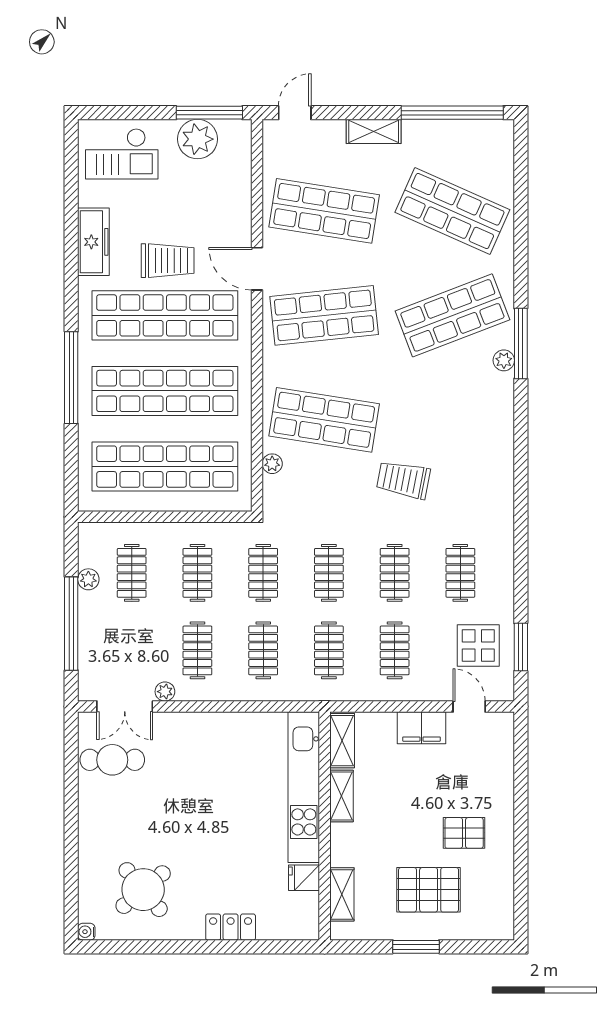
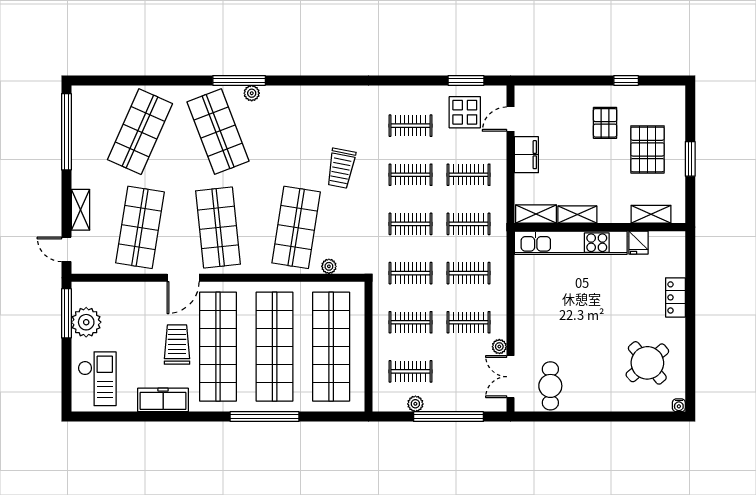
shelving: (374, 131) -> (80, 210), moved
double door: (125, 706) -> (510, 377), swing flipped
window: (521, 861) -> (626, 80), added

